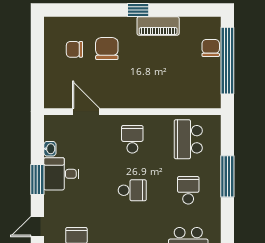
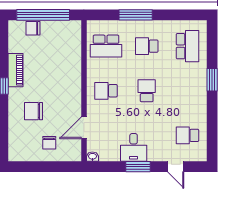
chair: (74, 49) -> (49, 143), moved
washbasin: (50, 149) -> (92, 157), moved

